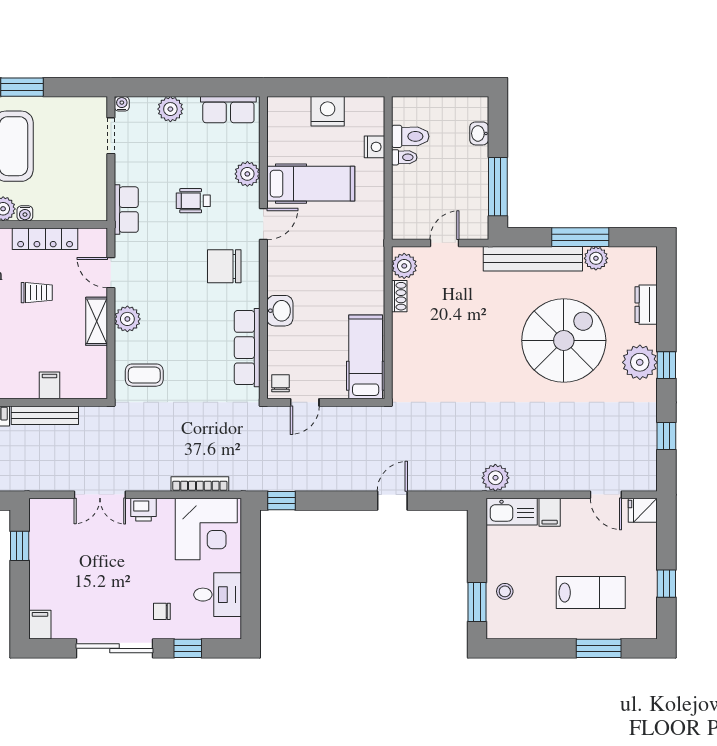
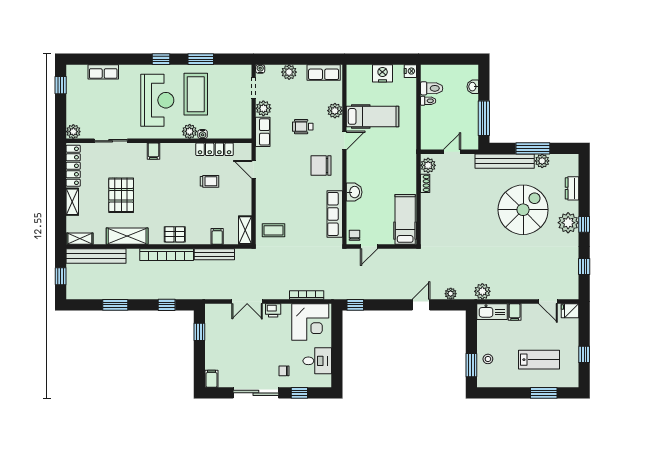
nightstand: (375, 147) -> (410, 71), moved
plant: (127, 319) -> (263, 108), moved
shelving: (97, 321) -> (245, 230), moved
plant: (442, 482) -> (451, 294), added

